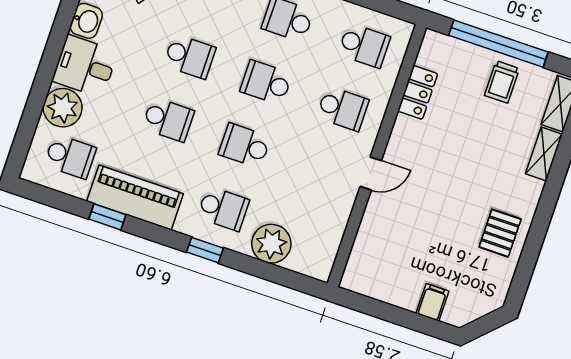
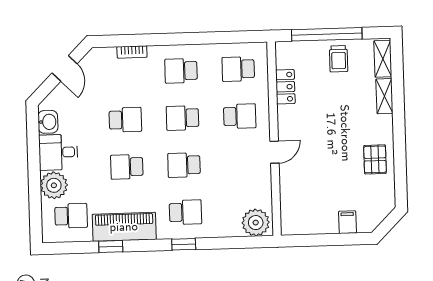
school desk: (364, 46) -> (238, 69), turned 180
school desk: (168, 120) -> (127, 167), turned 180
plant: (271, 244) -> (256, 223), moved

